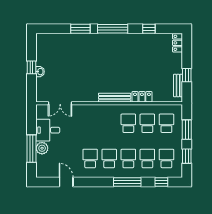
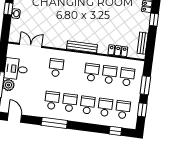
window: (187, 75) -> (154, 20), moved
locker: (142, 97) -> (118, 51), moved
double door: (60, 103) -> (31, 45), swing flipped
school desk: (90, 123) -> (56, 68), added
door: (66, 182) -> (15, 118), moved
window: (127, 182) -> (54, 123), moved

